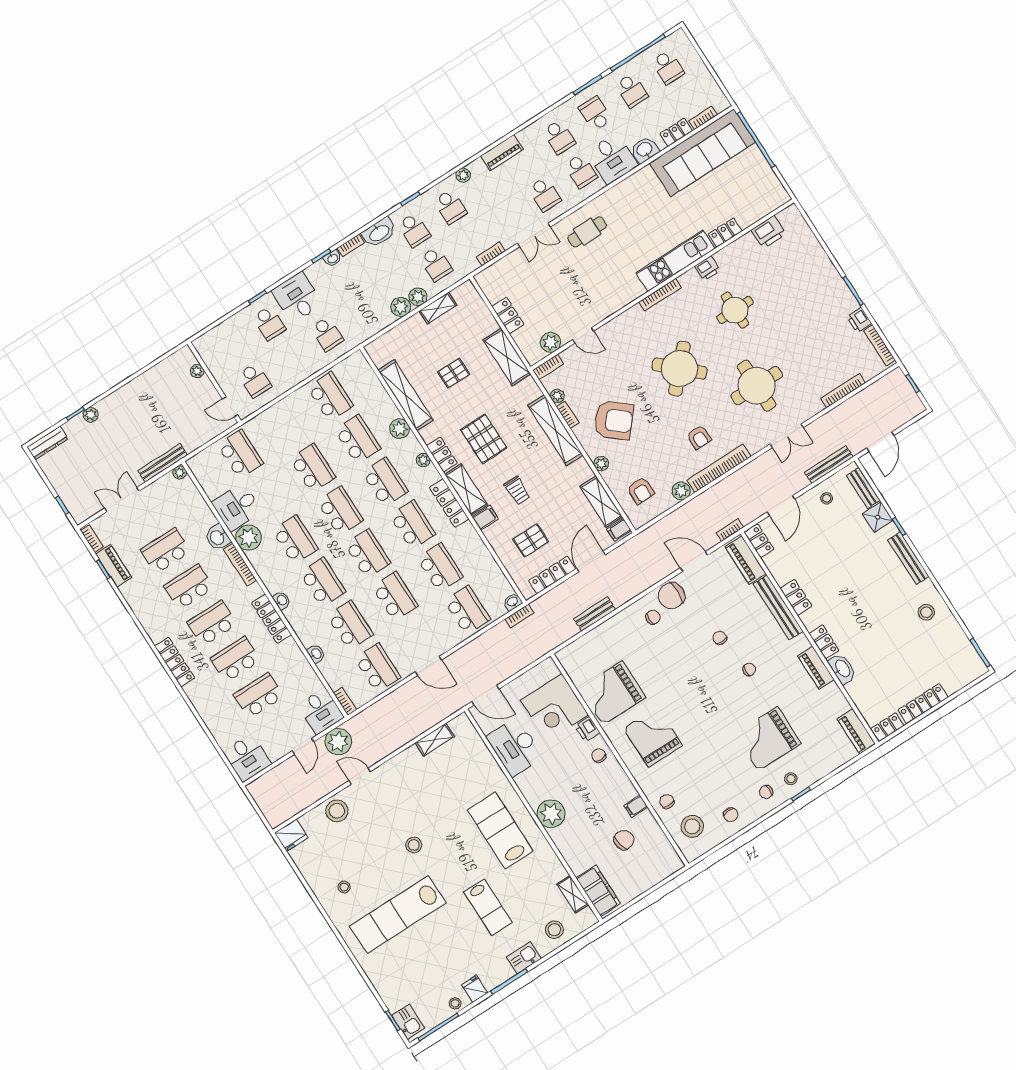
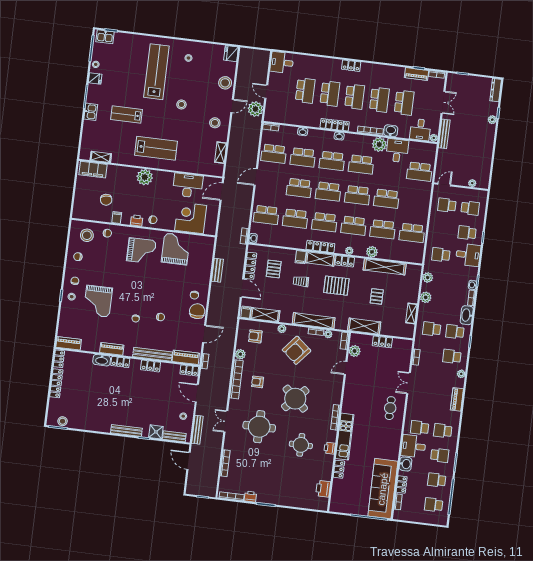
school desk: (545, 194) -> (470, 208), moved, turned 180
plant: (418, 297) -> (428, 277), moved
stool: (926, 612) -> (63, 421), moved
locker: (175, 662) -> (351, 66), width x0.66
desk: (321, 711) -> (420, 130), moved, turned -90
printer: (587, 729) -> (137, 220), moved
grand piano: (768, 739) -> (98, 301), turned 180
stool: (554, 930) -> (215, 123), moved

